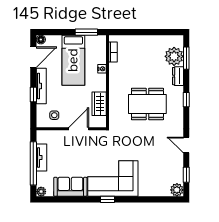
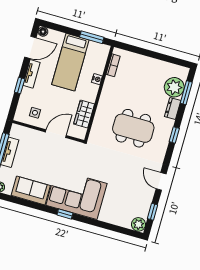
tv unit: (41, 86) -> (32, 74), width x0.71

